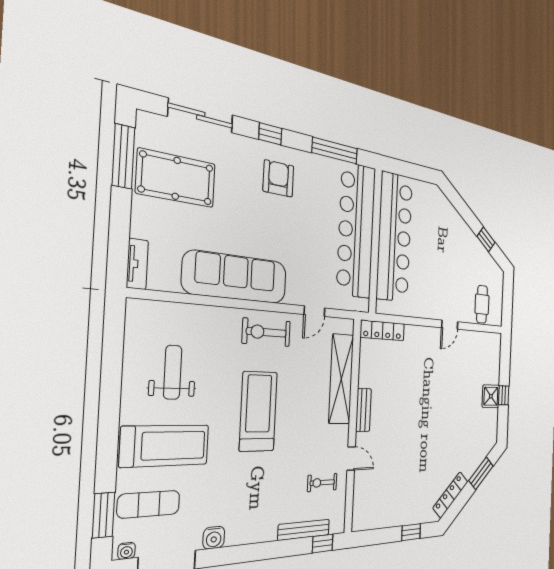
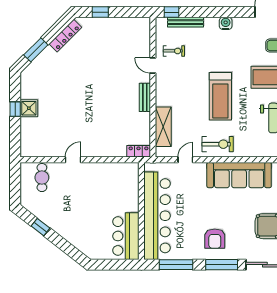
window: (270, 134) -> (222, 265), width x2.17
bar counter: (394, 237) -> (126, 236), width x0.54
locker: (382, 330) -> (139, 151), width x0.66
shelving: (341, 379) -> (163, 127), width x0.68
water cooler: (214, 538) -> (226, 23), moved

